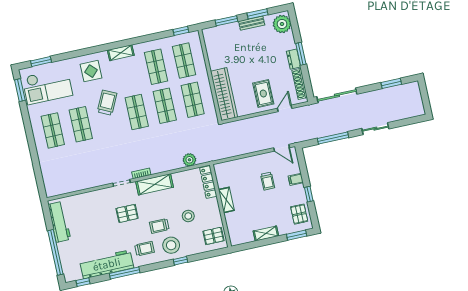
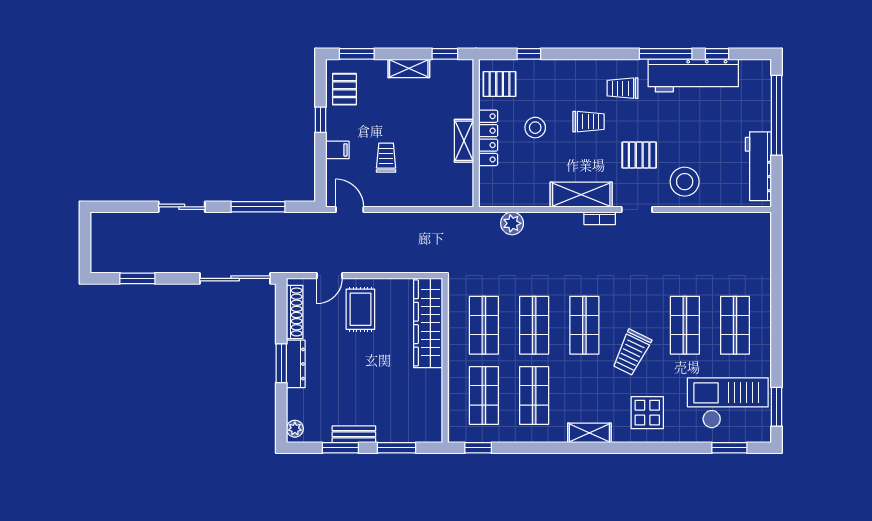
plant: (282, 24) -> (295, 429), width x0.53, depth x0.53
dresser: (294, 59) -> (296, 364), width x1.44
locker: (208, 182) -> (488, 138), moved
stool: (171, 245) -> (685, 182), moved
window: (248, 246) -> (445, 54), added
window: (181, 261) -> (529, 54), moved
window: (83, 282) -> (717, 54), moved

